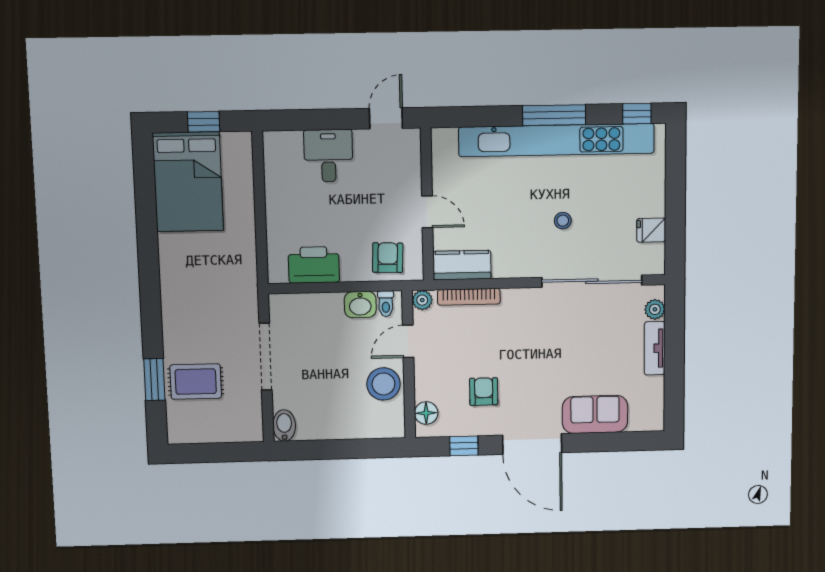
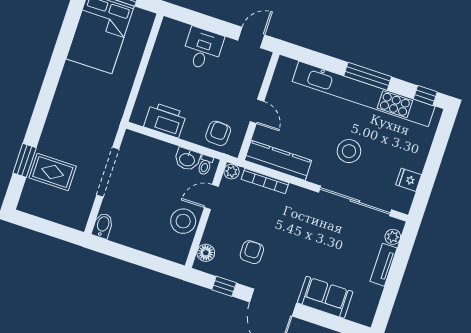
stool: (563, 221) -> (349, 151), width x1.89, depth x1.89
kitchen counter: (462, 265) -> (278, 160), width x1.50

